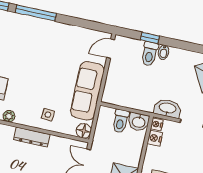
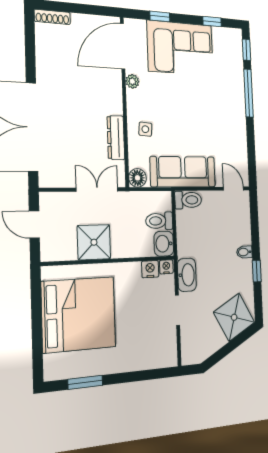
window: (150, 38) -> (257, 271), moved
toilet: (150, 54) -> (188, 200), moved, turned 180
dresser: (32, 137) -> (116, 138), moved

